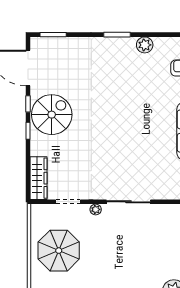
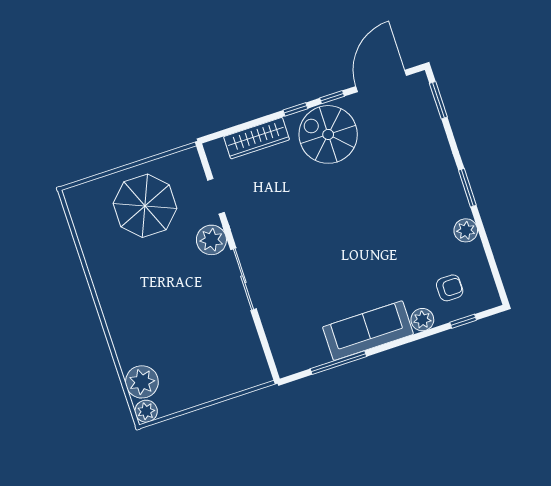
spiral stairs: (52, 115) -> (328, 134), turned 180
wardrobe: (38, 178) -> (257, 138), moved
plant: (96, 209) -> (211, 240), width x1.88, depth x1.88

